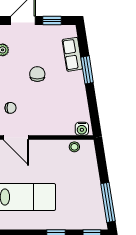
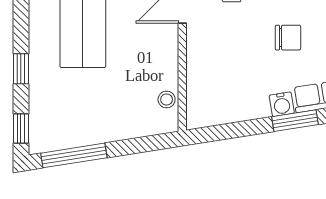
water cooler: (82, 129) -> (282, 104), moved, turned -99

